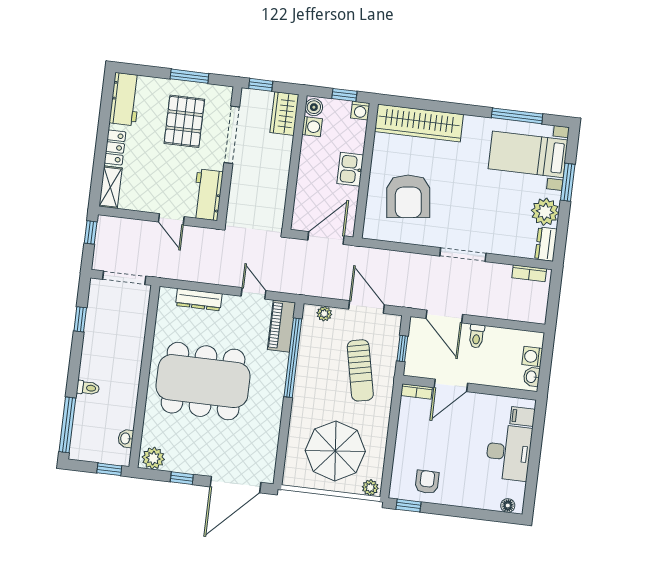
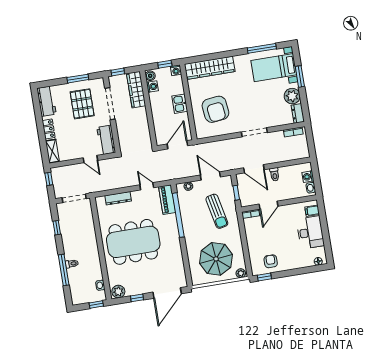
wardrobe: (284, 114) -> (136, 90), width x1.50
window: (67, 425) -> (64, 270), moved

